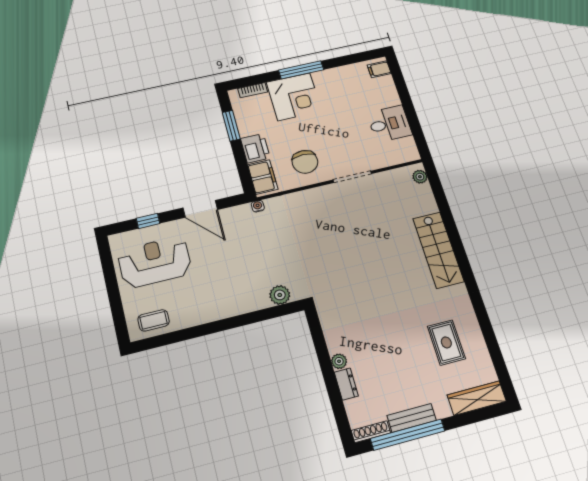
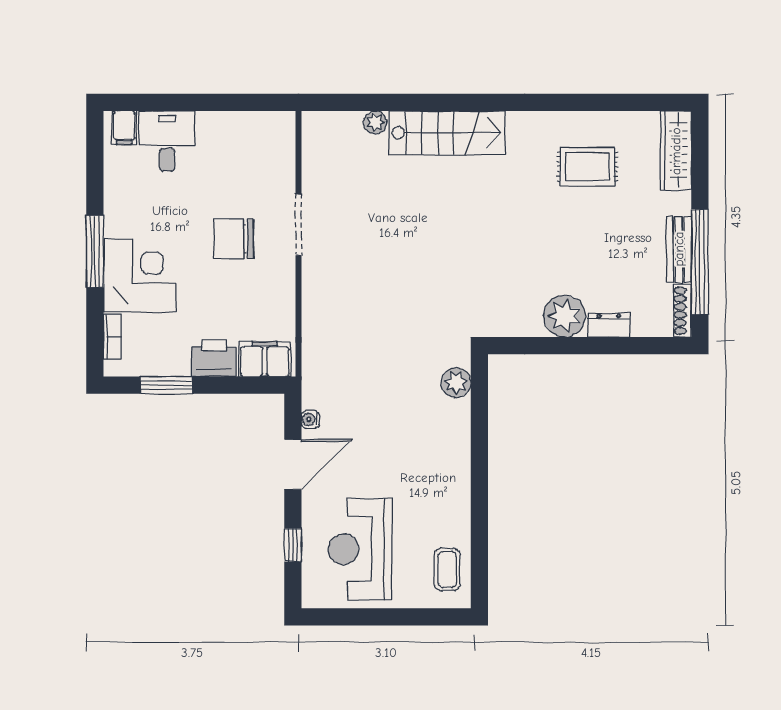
desk: (389, 124) -> (167, 141), moved
chair: (305, 162) -> (234, 239), moved, turned 180
plant: (420, 177) -> (375, 122), moved
water cooler: (258, 206) -> (310, 419), moved
plant: (339, 361) -> (564, 316), width x1.88, depth x1.88

